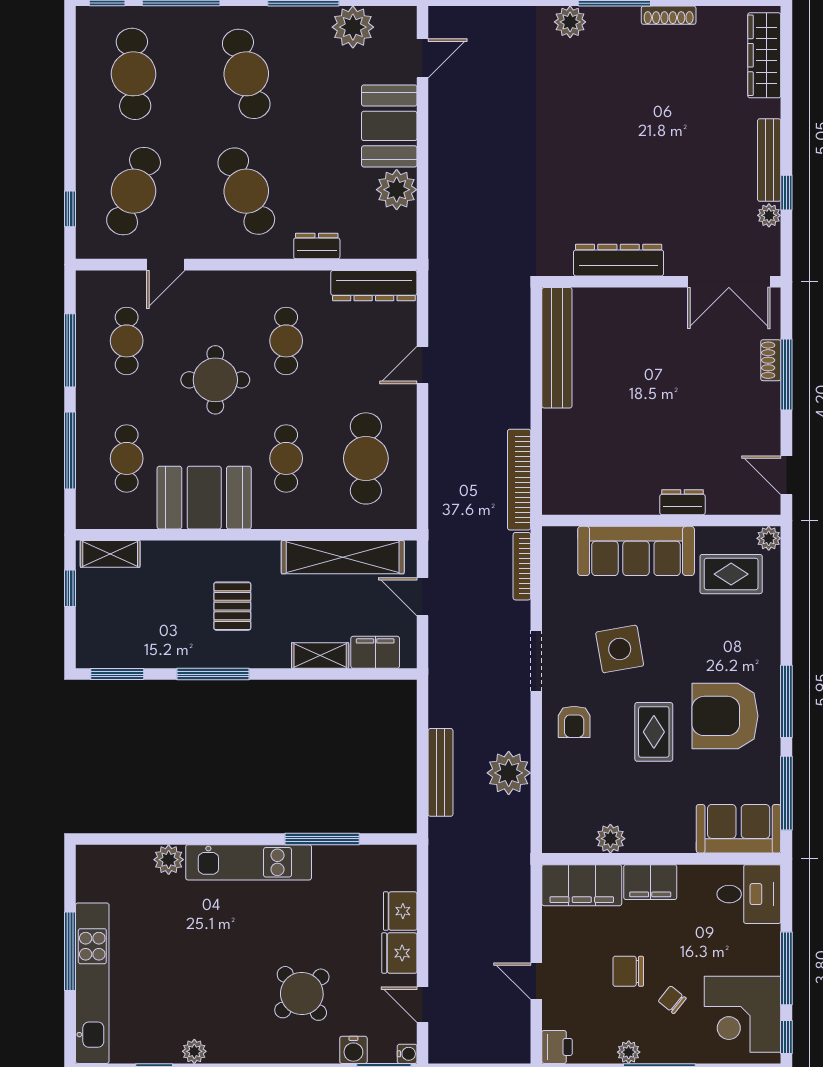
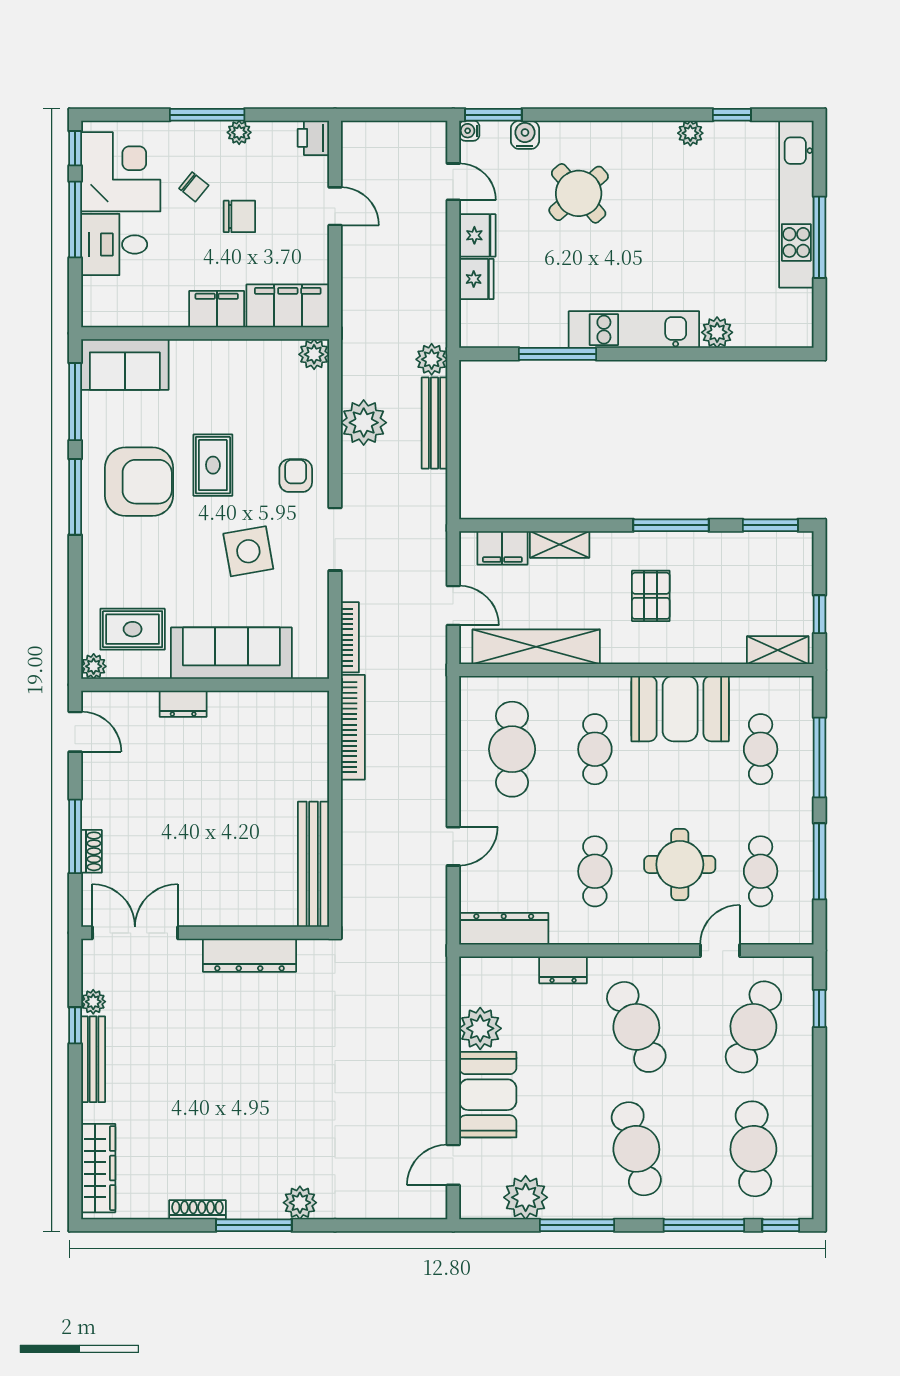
round table: (215, 380) -> (680, 864), moved
plant: (443, 834) -> (432, 359), added
plant: (610, 839) -> (314, 354), moved
desk: (749, 894) -> (114, 244), moved

